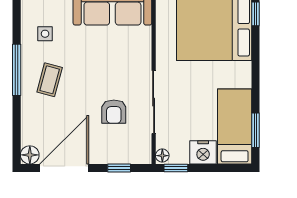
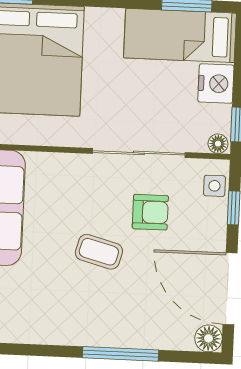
side table: (45, 34) -> (214, 186), moved
window: (17, 70) -> (121, 354), moved
coffee table: (50, 80) -> (99, 252), moved

